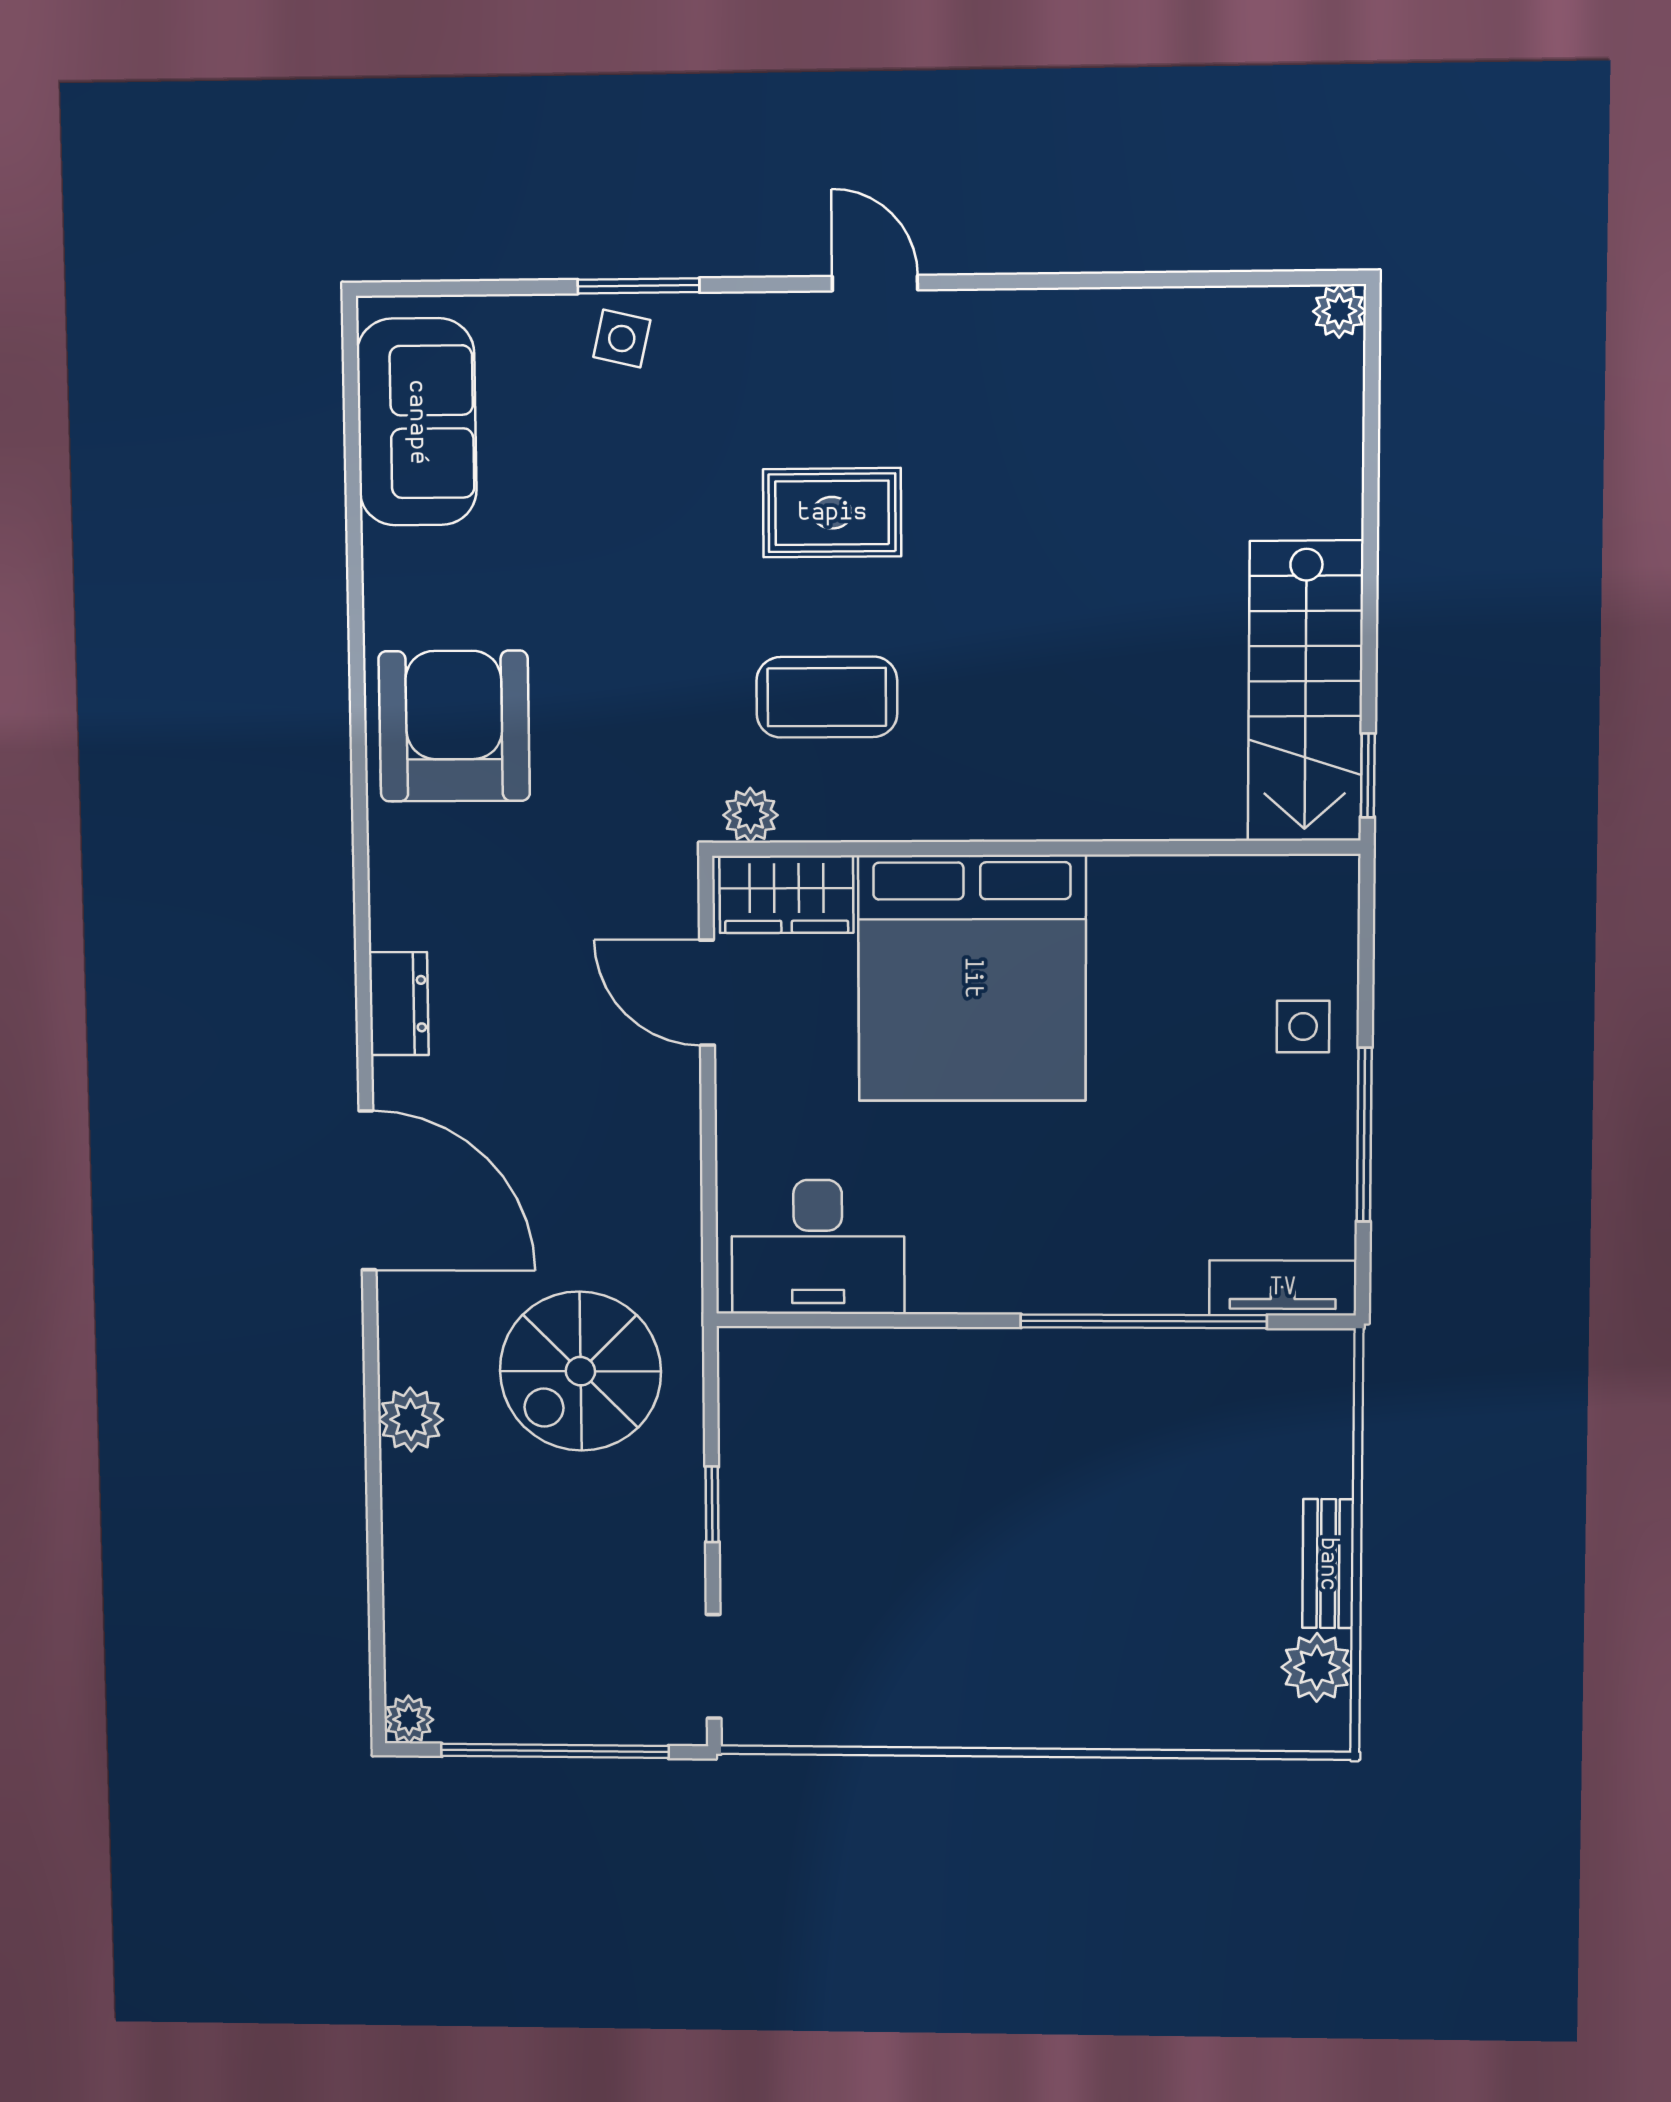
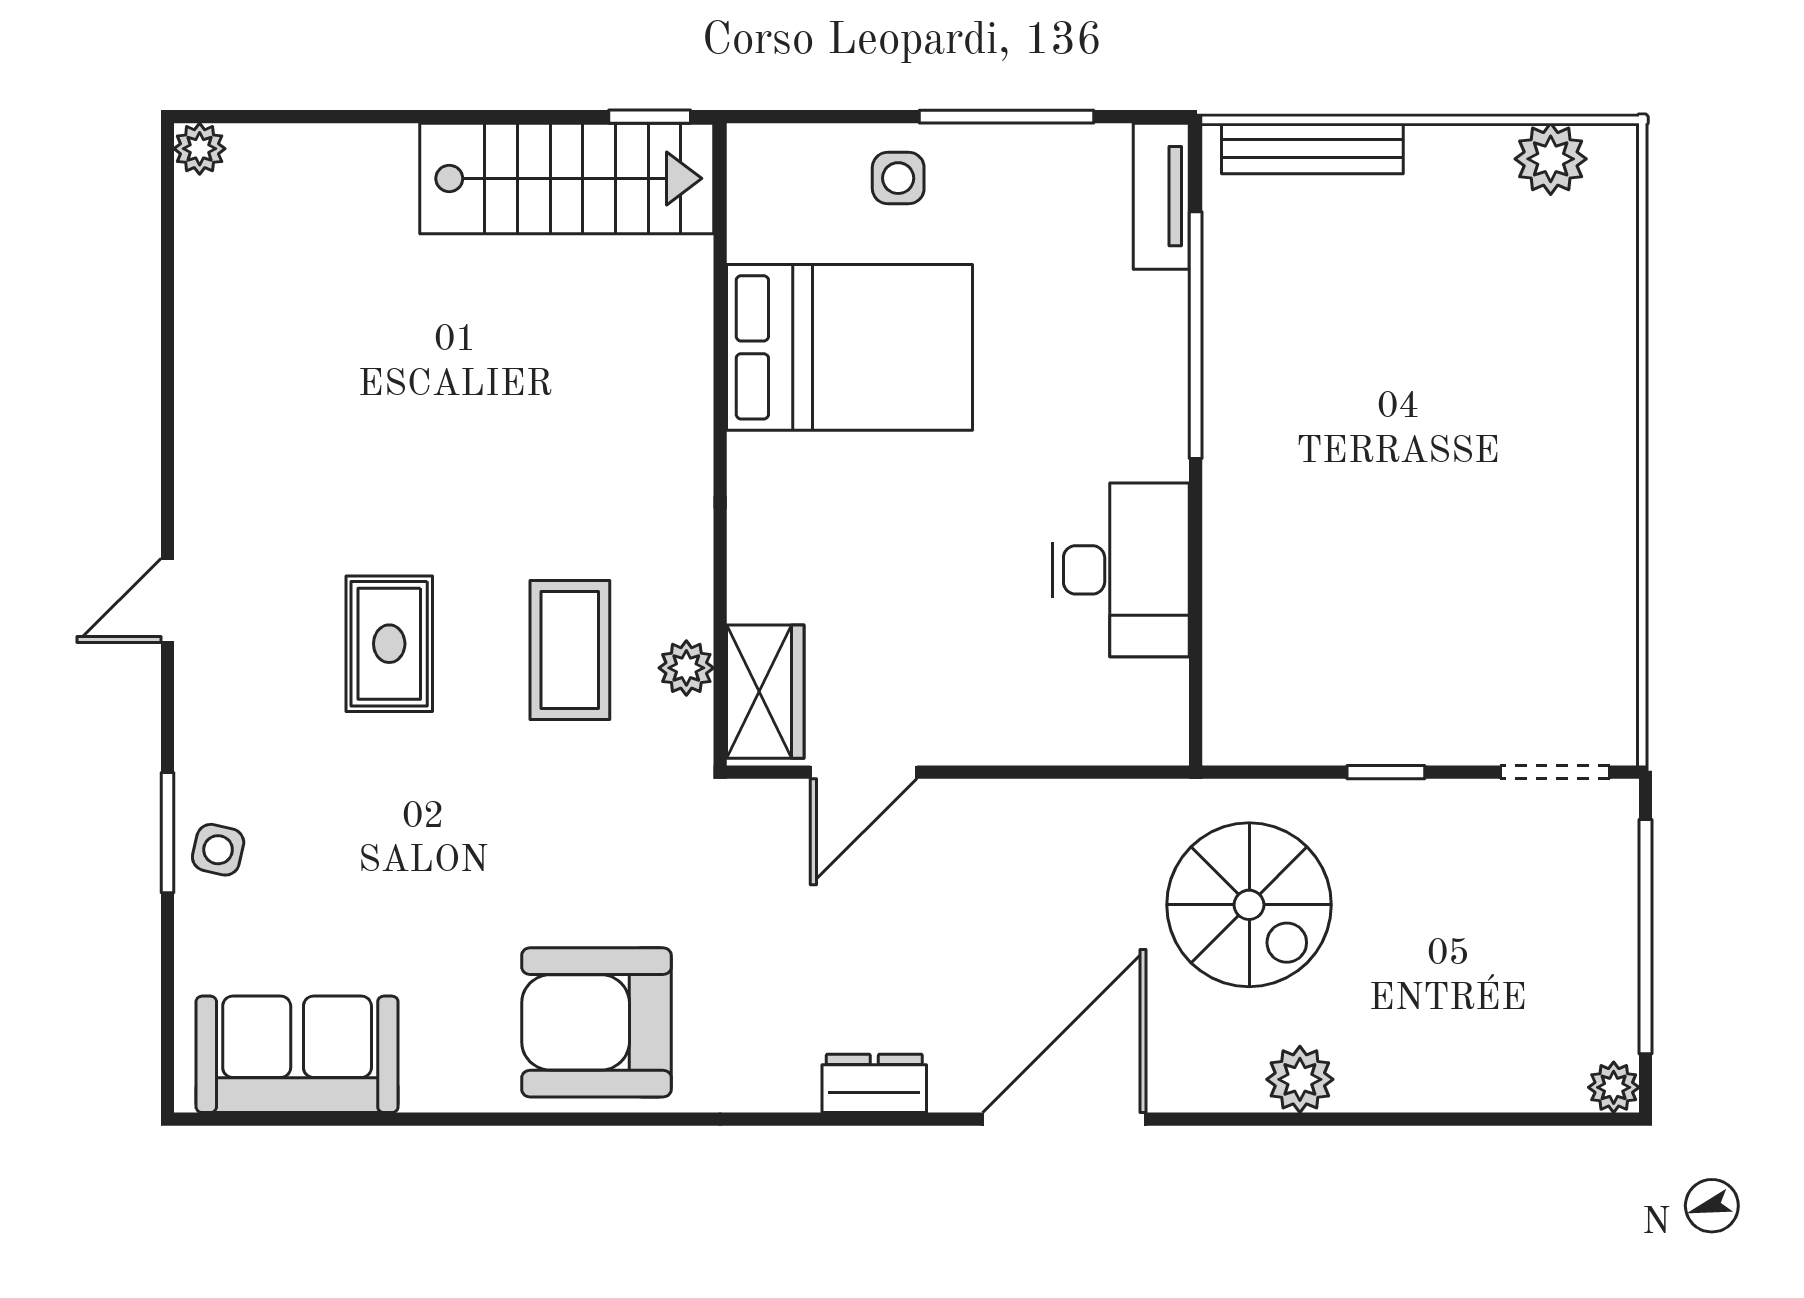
plant: (750, 815) -> (686, 668), moved
bed: (972, 978) -> (849, 347), moved, width x0.73
desk: (818, 1247) -> (1121, 570), moved
bench: (1328, 1564) -> (1312, 148), moved, width x1.36

